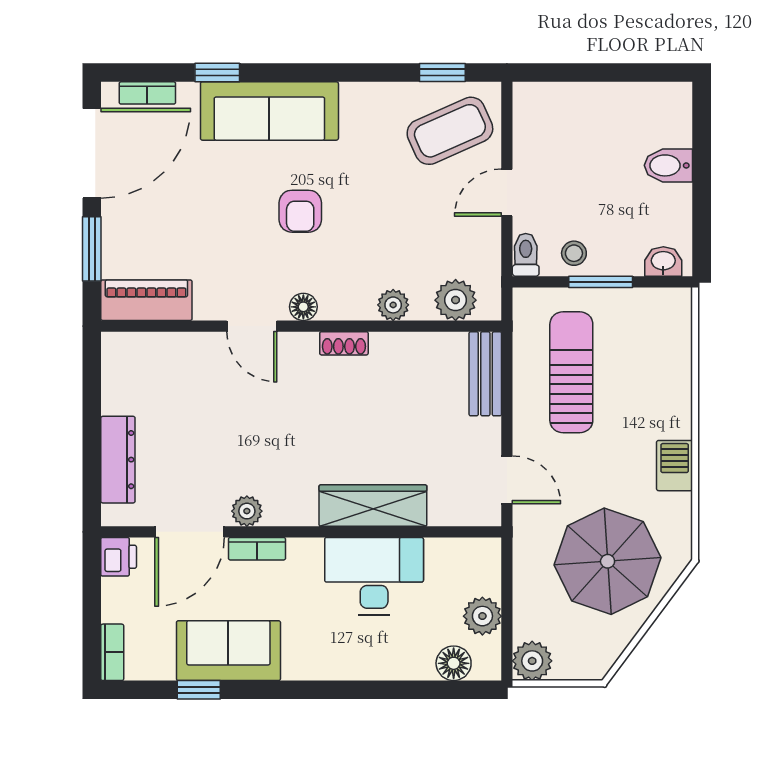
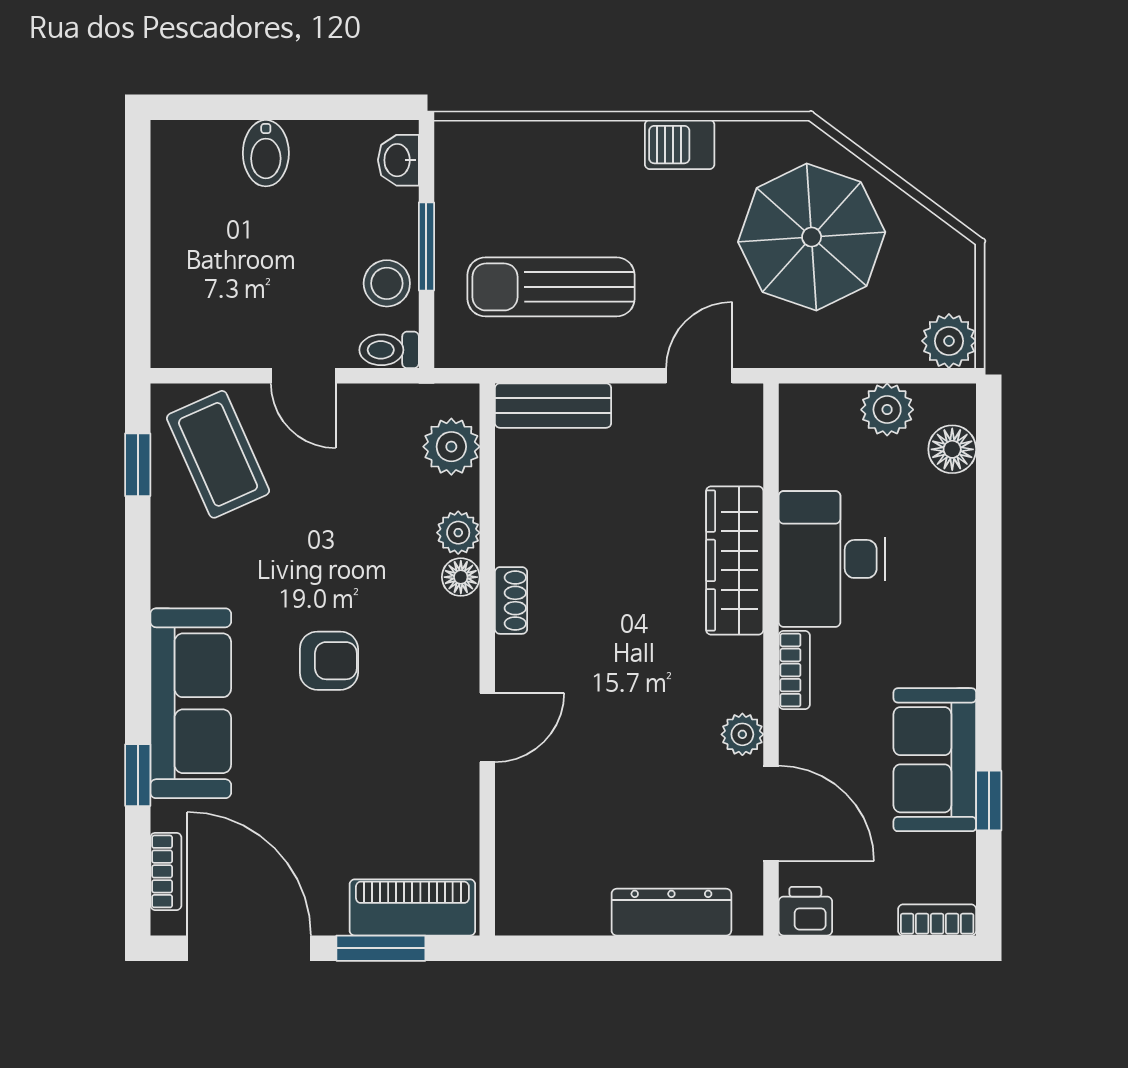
stool: (574, 253) -> (387, 283), width x1.37, depth x1.37
piano: (146, 300) -> (412, 907), moved, turned 90
floor lamp: (303, 307) -> (461, 577), moved
bookcase: (257, 549) -> (794, 670), moved

